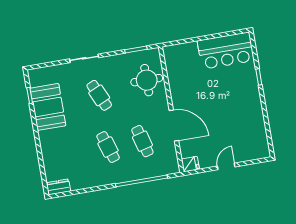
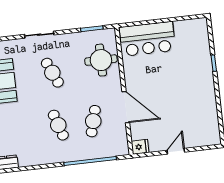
bar counter: (226, 51) -> (147, 39), moved
cafe table: (142, 141) -> (93, 121), turned 30

